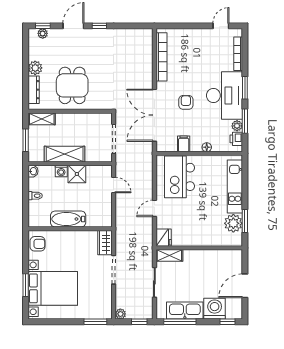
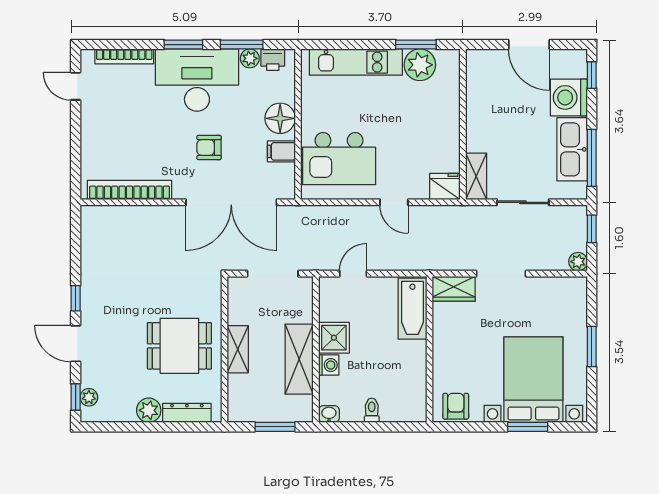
shelving: (42, 119) -> (238, 349), moved
floor lamp: (207, 147) -> (280, 118), width x1.89, depth x1.89
bathtub: (68, 219) -> (412, 309), moved
window: (95, 322) -> (592, 347), moved

